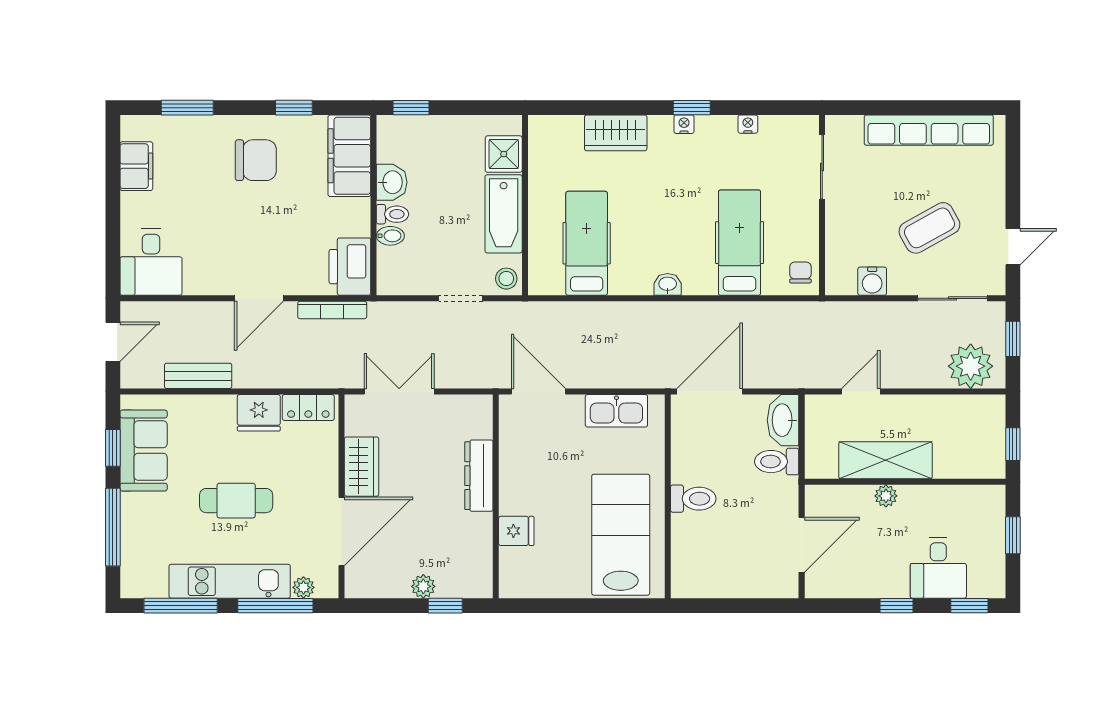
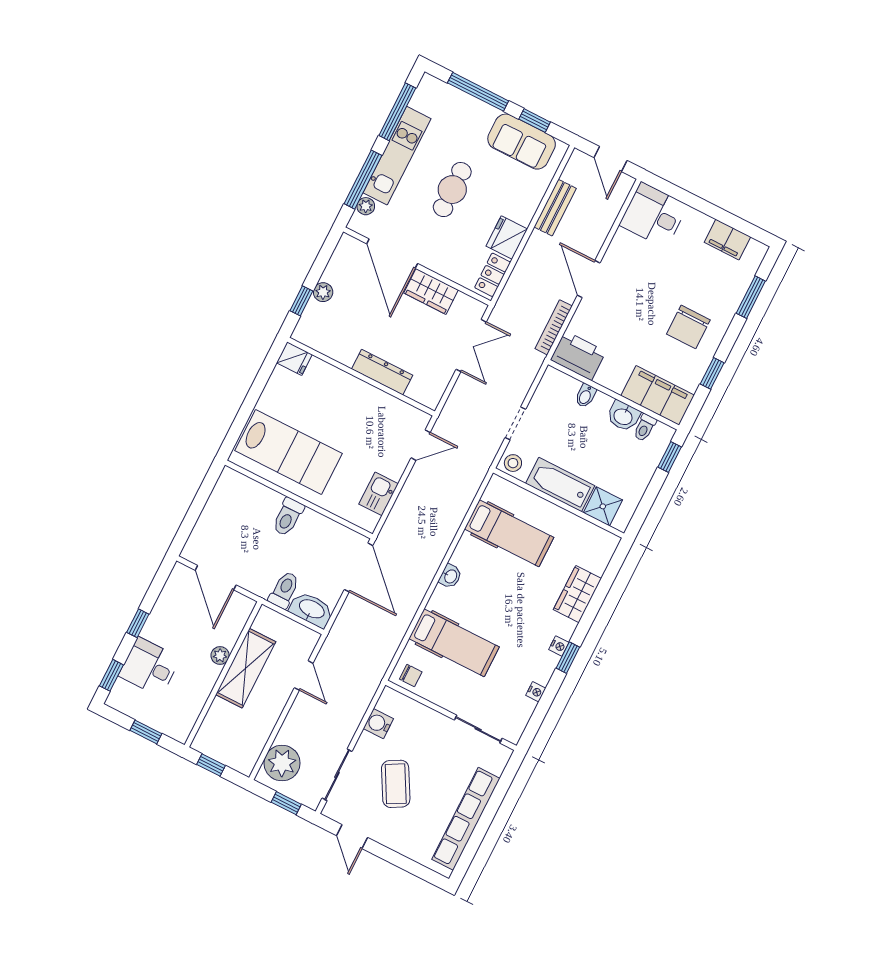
toilet: (392, 214) -> (645, 428), moved
door: (538, 392) -> (421, 445), width x0.73
kitchen sink: (616, 411) -> (379, 494), width x0.73
fridge: (516, 531) -> (294, 359), moved, turned -90

